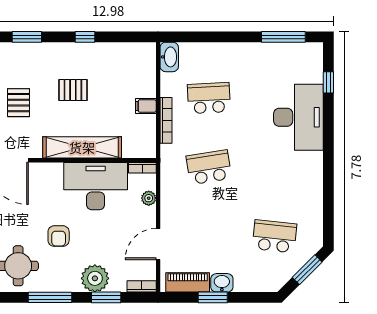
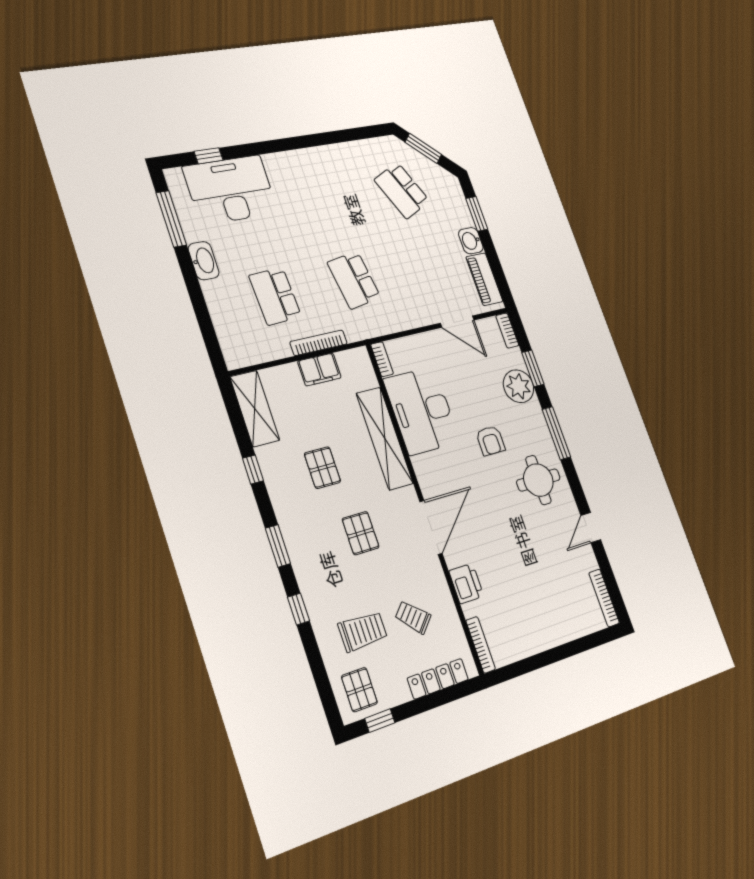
shelving: (128, 53) -> (255, 409), added
washbasin: (169, 57) -> (204, 261), moved, turned 90
pallet: (18, 103) -> (361, 533), turned 90
filing cabinet: (146, 106) -> (319, 369), width x2.00
desk: (298, 117) -> (231, 190), moved
plant: (149, 198) -> (413, 344), removed
armchair: (59, 236) -> (490, 441), turned 90
school desk: (274, 236) -> (402, 190), turned -30
window: (213, 297) -> (477, 214), moved

